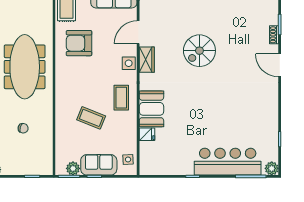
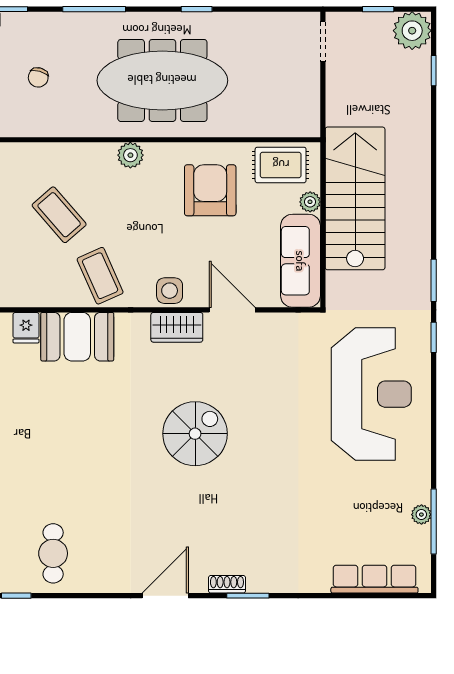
spiral stairs: (199, 51) -> (195, 434), turned 90
plant: (62, 83) -> (130, 155), added
coffee table: (121, 98) -> (100, 276), turned 66
coffee table: (91, 118) -> (59, 215), turned -63
cafe table: (259, 121) -> (53, 553), added

